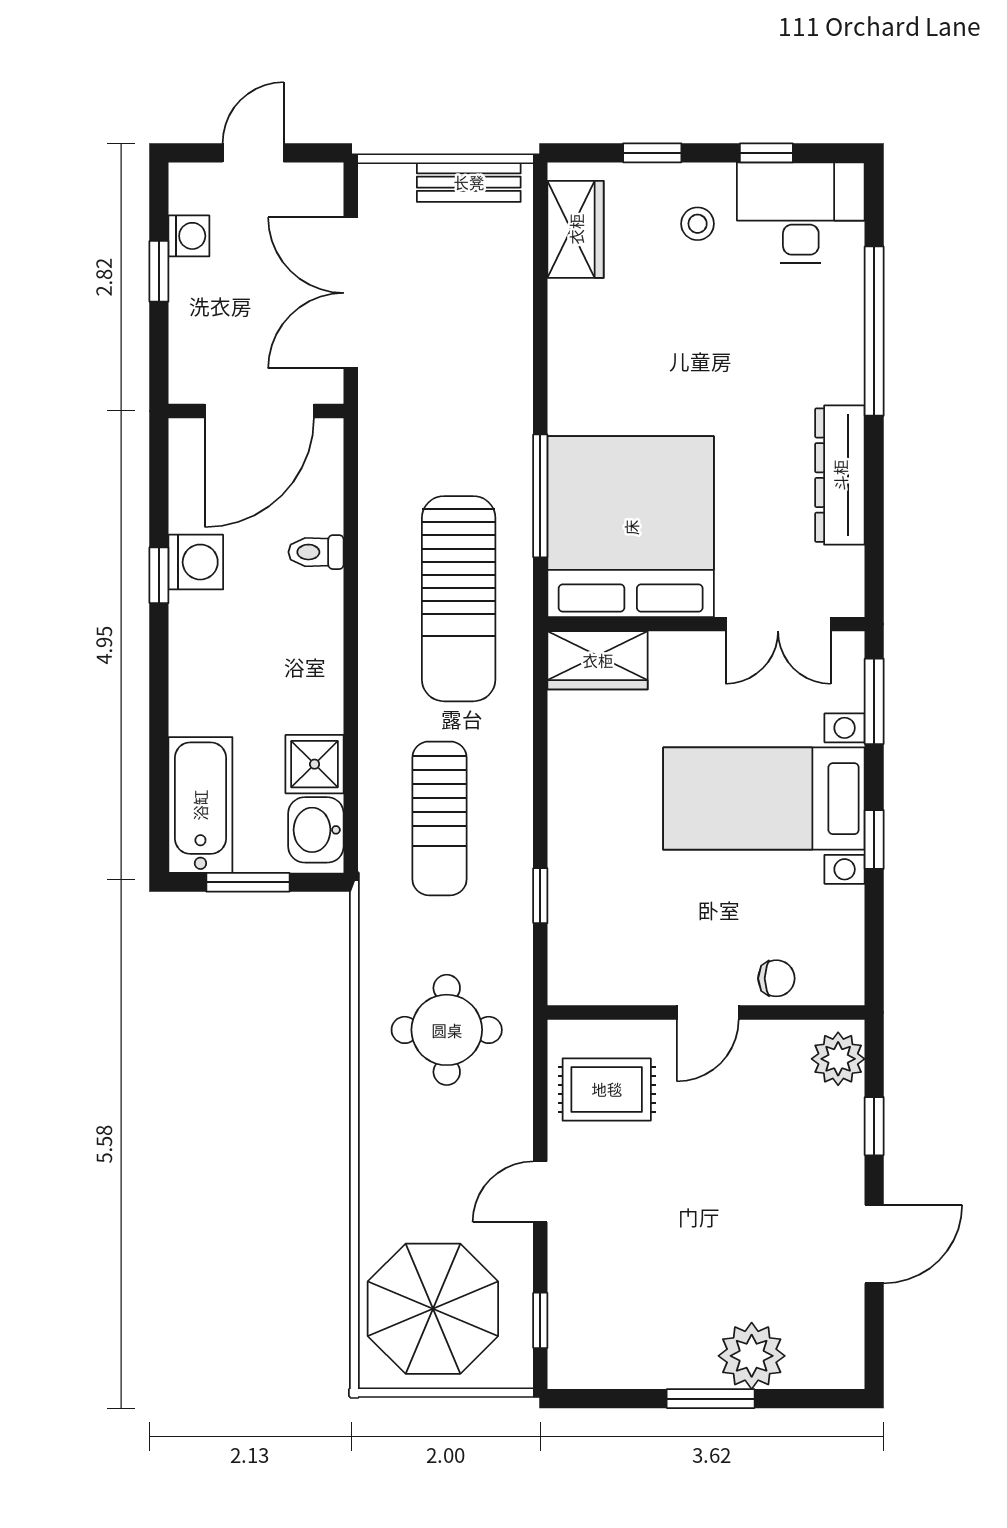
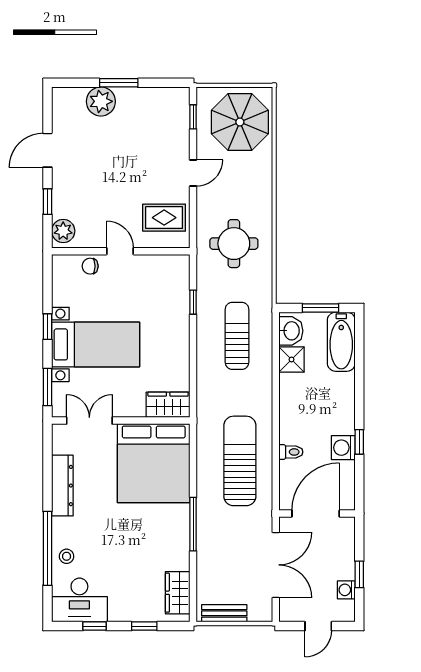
stool: (698, 224) -> (67, 556), moved
window: (540, 496) -> (193, 524), moved
sun lounger: (459, 599) -> (240, 461), moved
door: (708, 1013) -> (120, 251), hinge flipped

